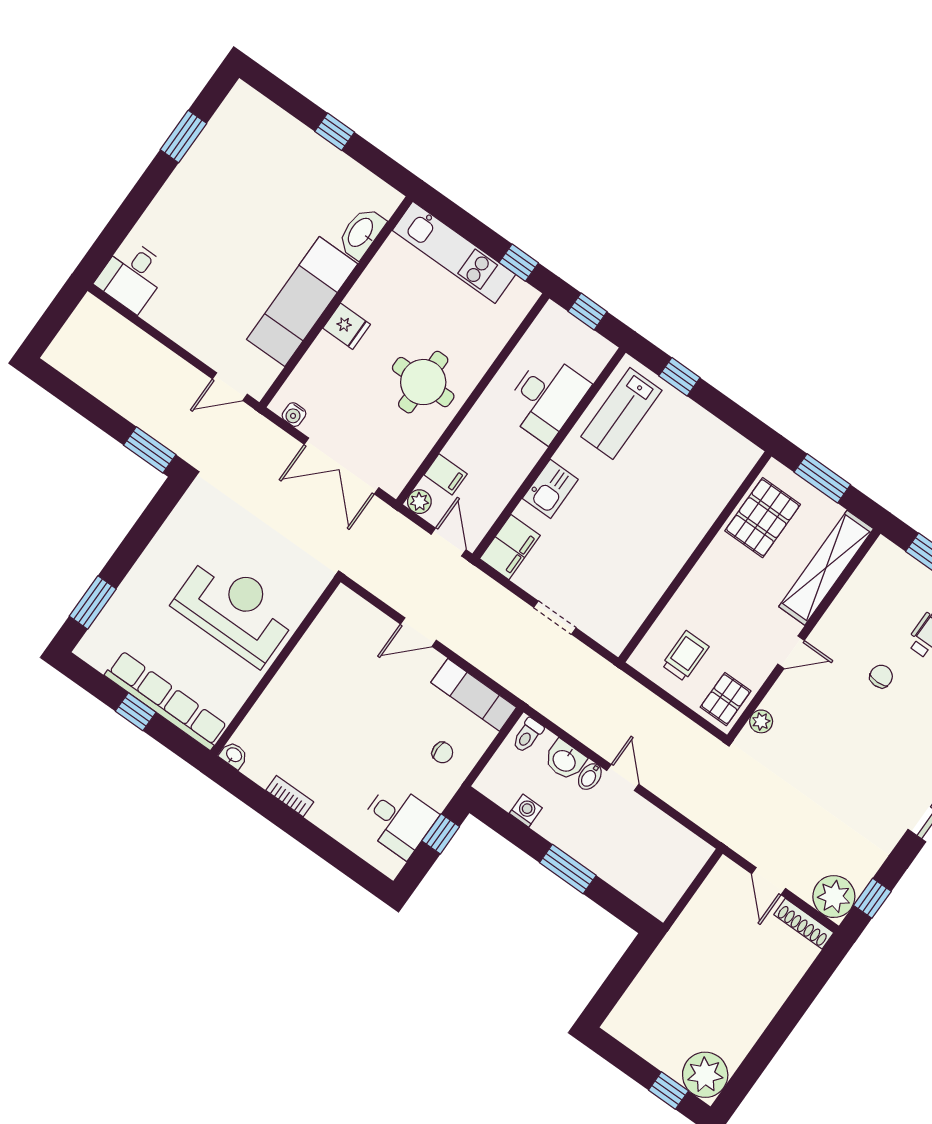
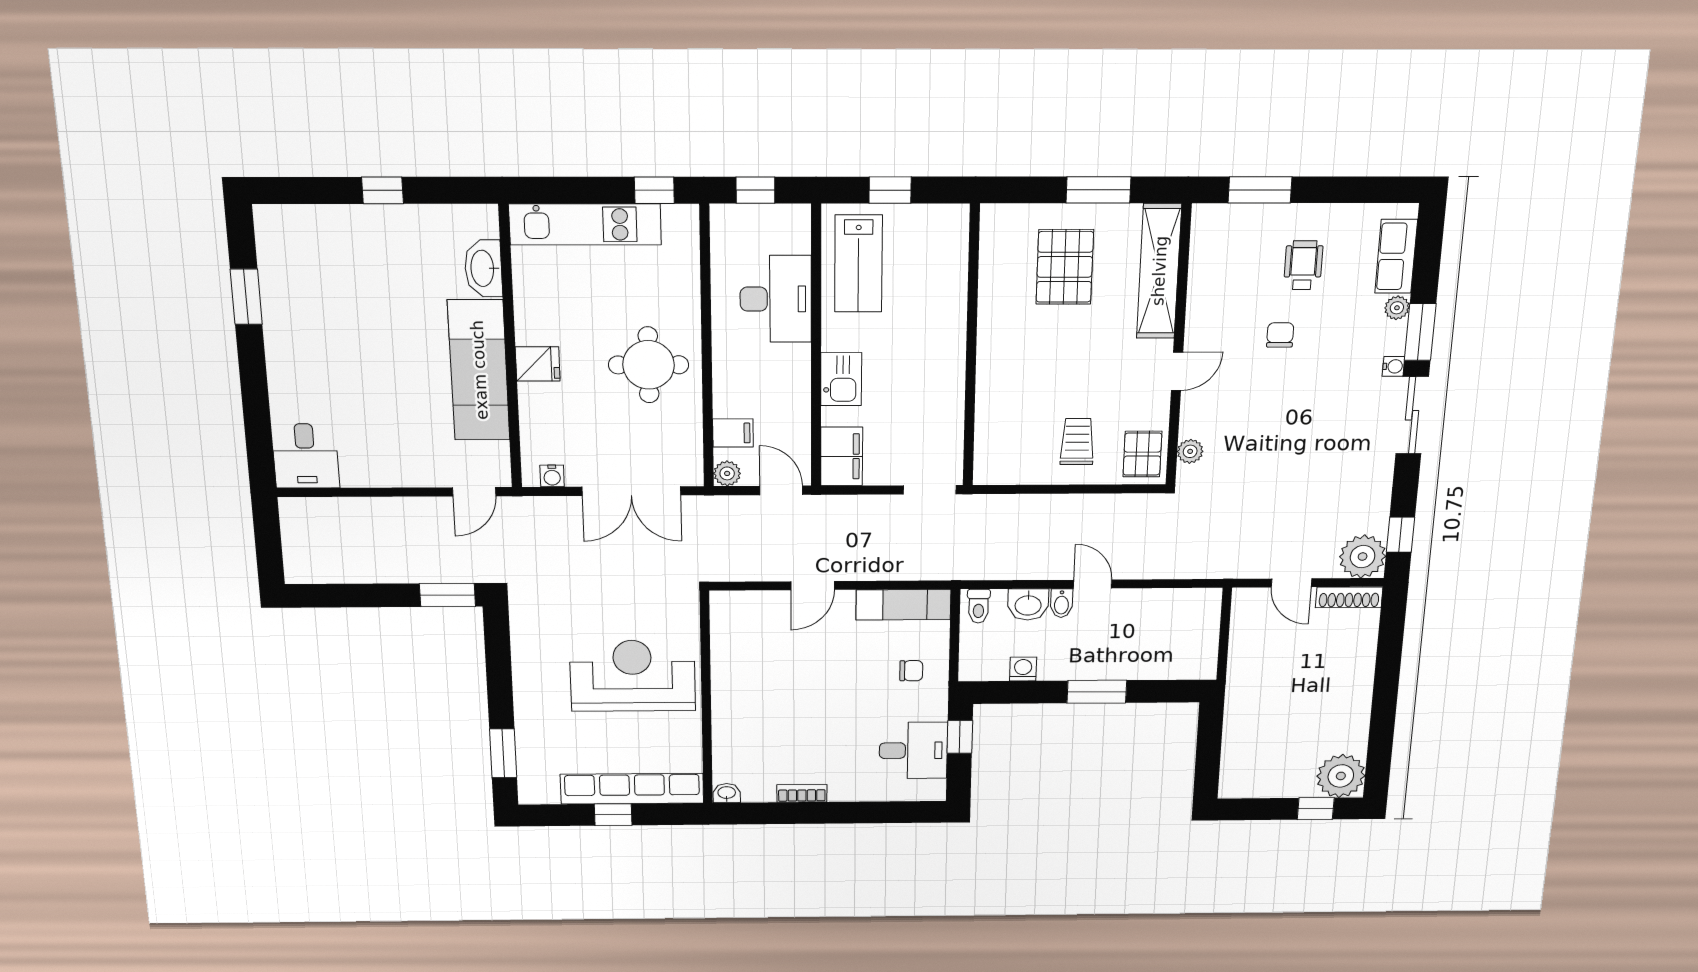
wall: (695, 557) -> (971, 347), moved

